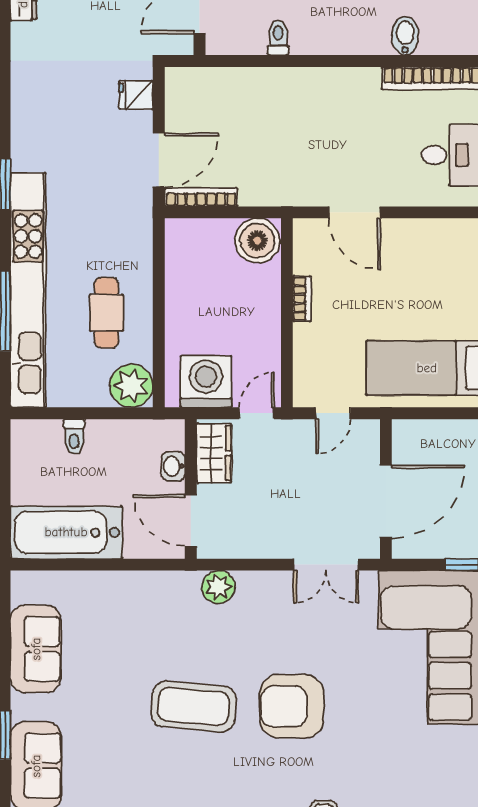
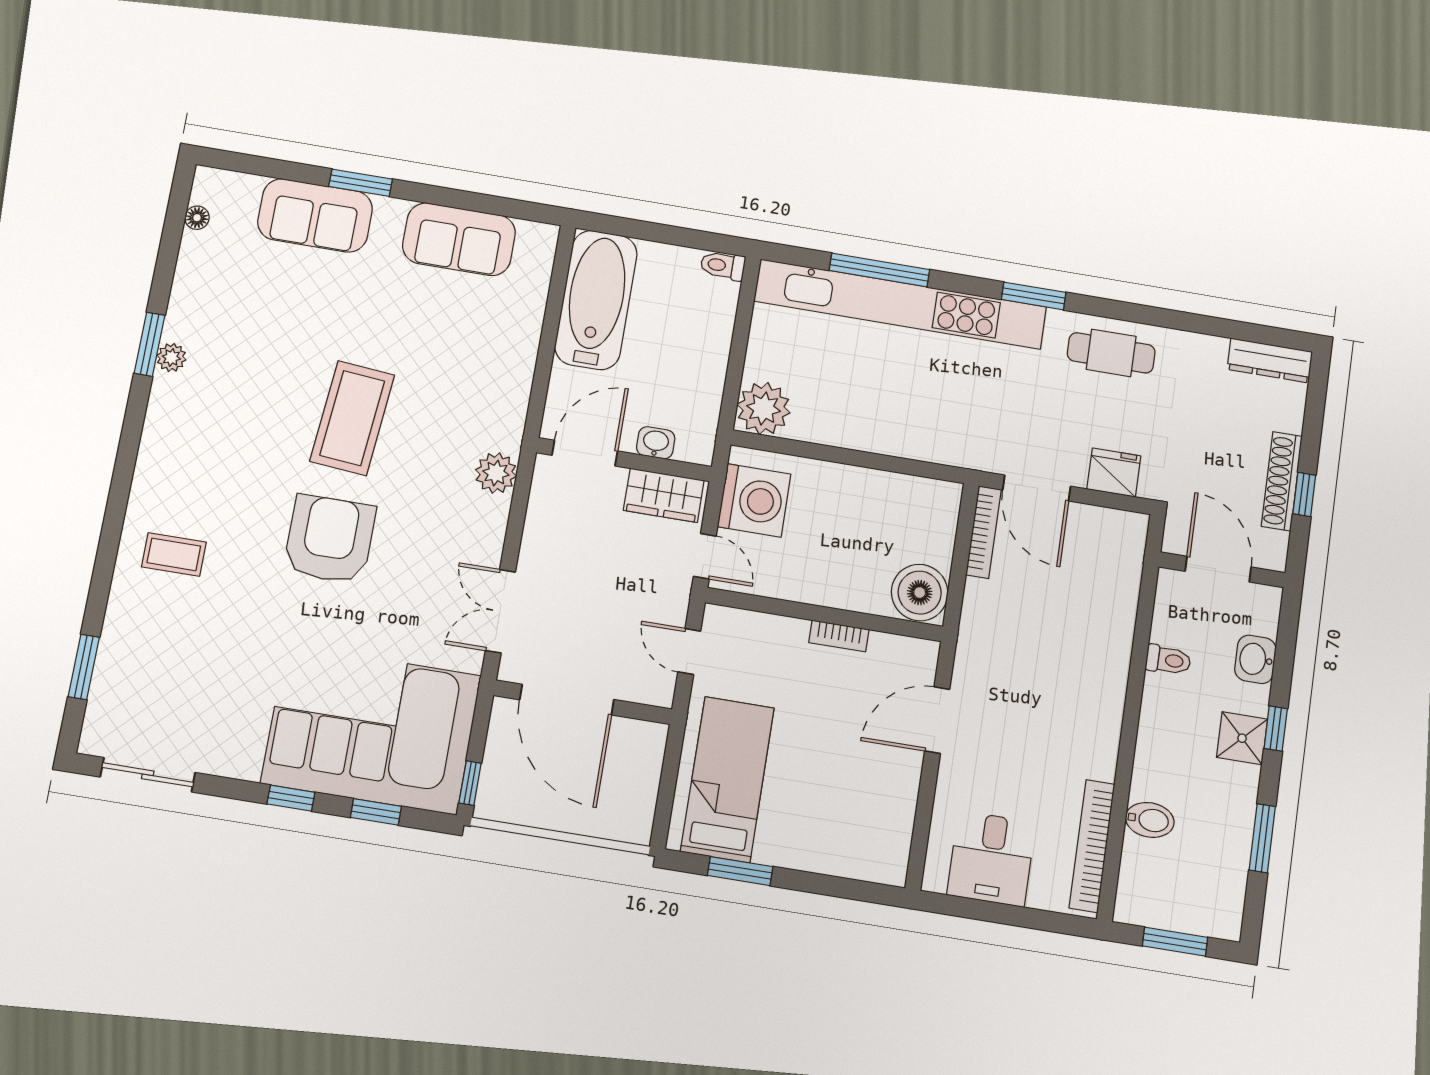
fridge: (136, 95) -> (1114, 473), width x1.38
cafe table: (106, 313) -> (1111, 353), moved
toilet: (74, 437) -> (723, 266), moved

